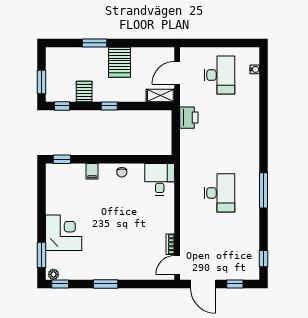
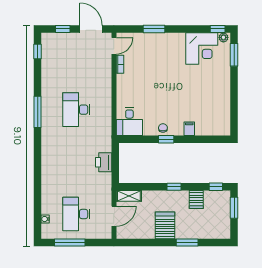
window: (227, 43) -> (70, 242), added
printer: (189, 118) -> (104, 162), moved
window: (62, 159) -> (166, 139), moved
corner desk: (64, 233) -> (202, 49), moved, turned -90
window: (106, 284) -> (154, 29), moved

